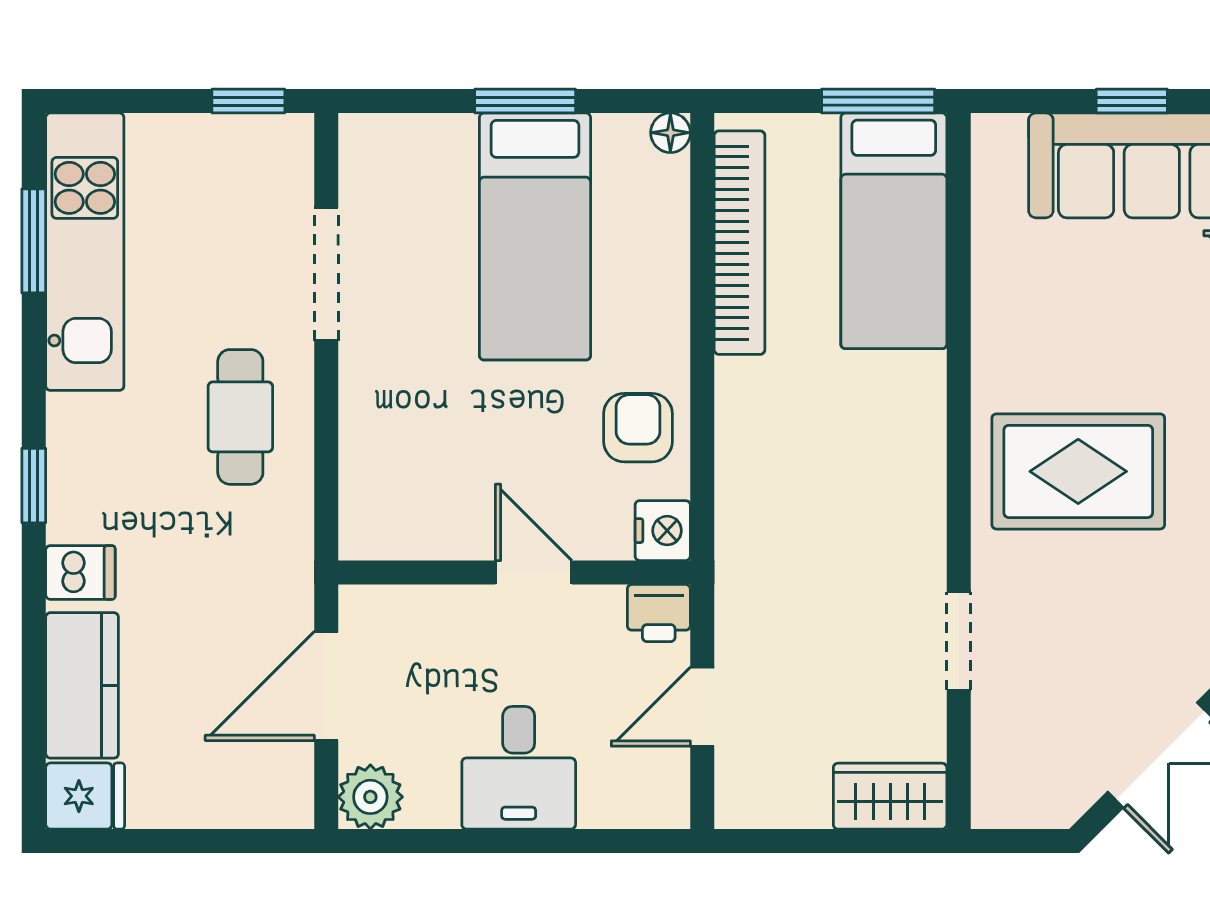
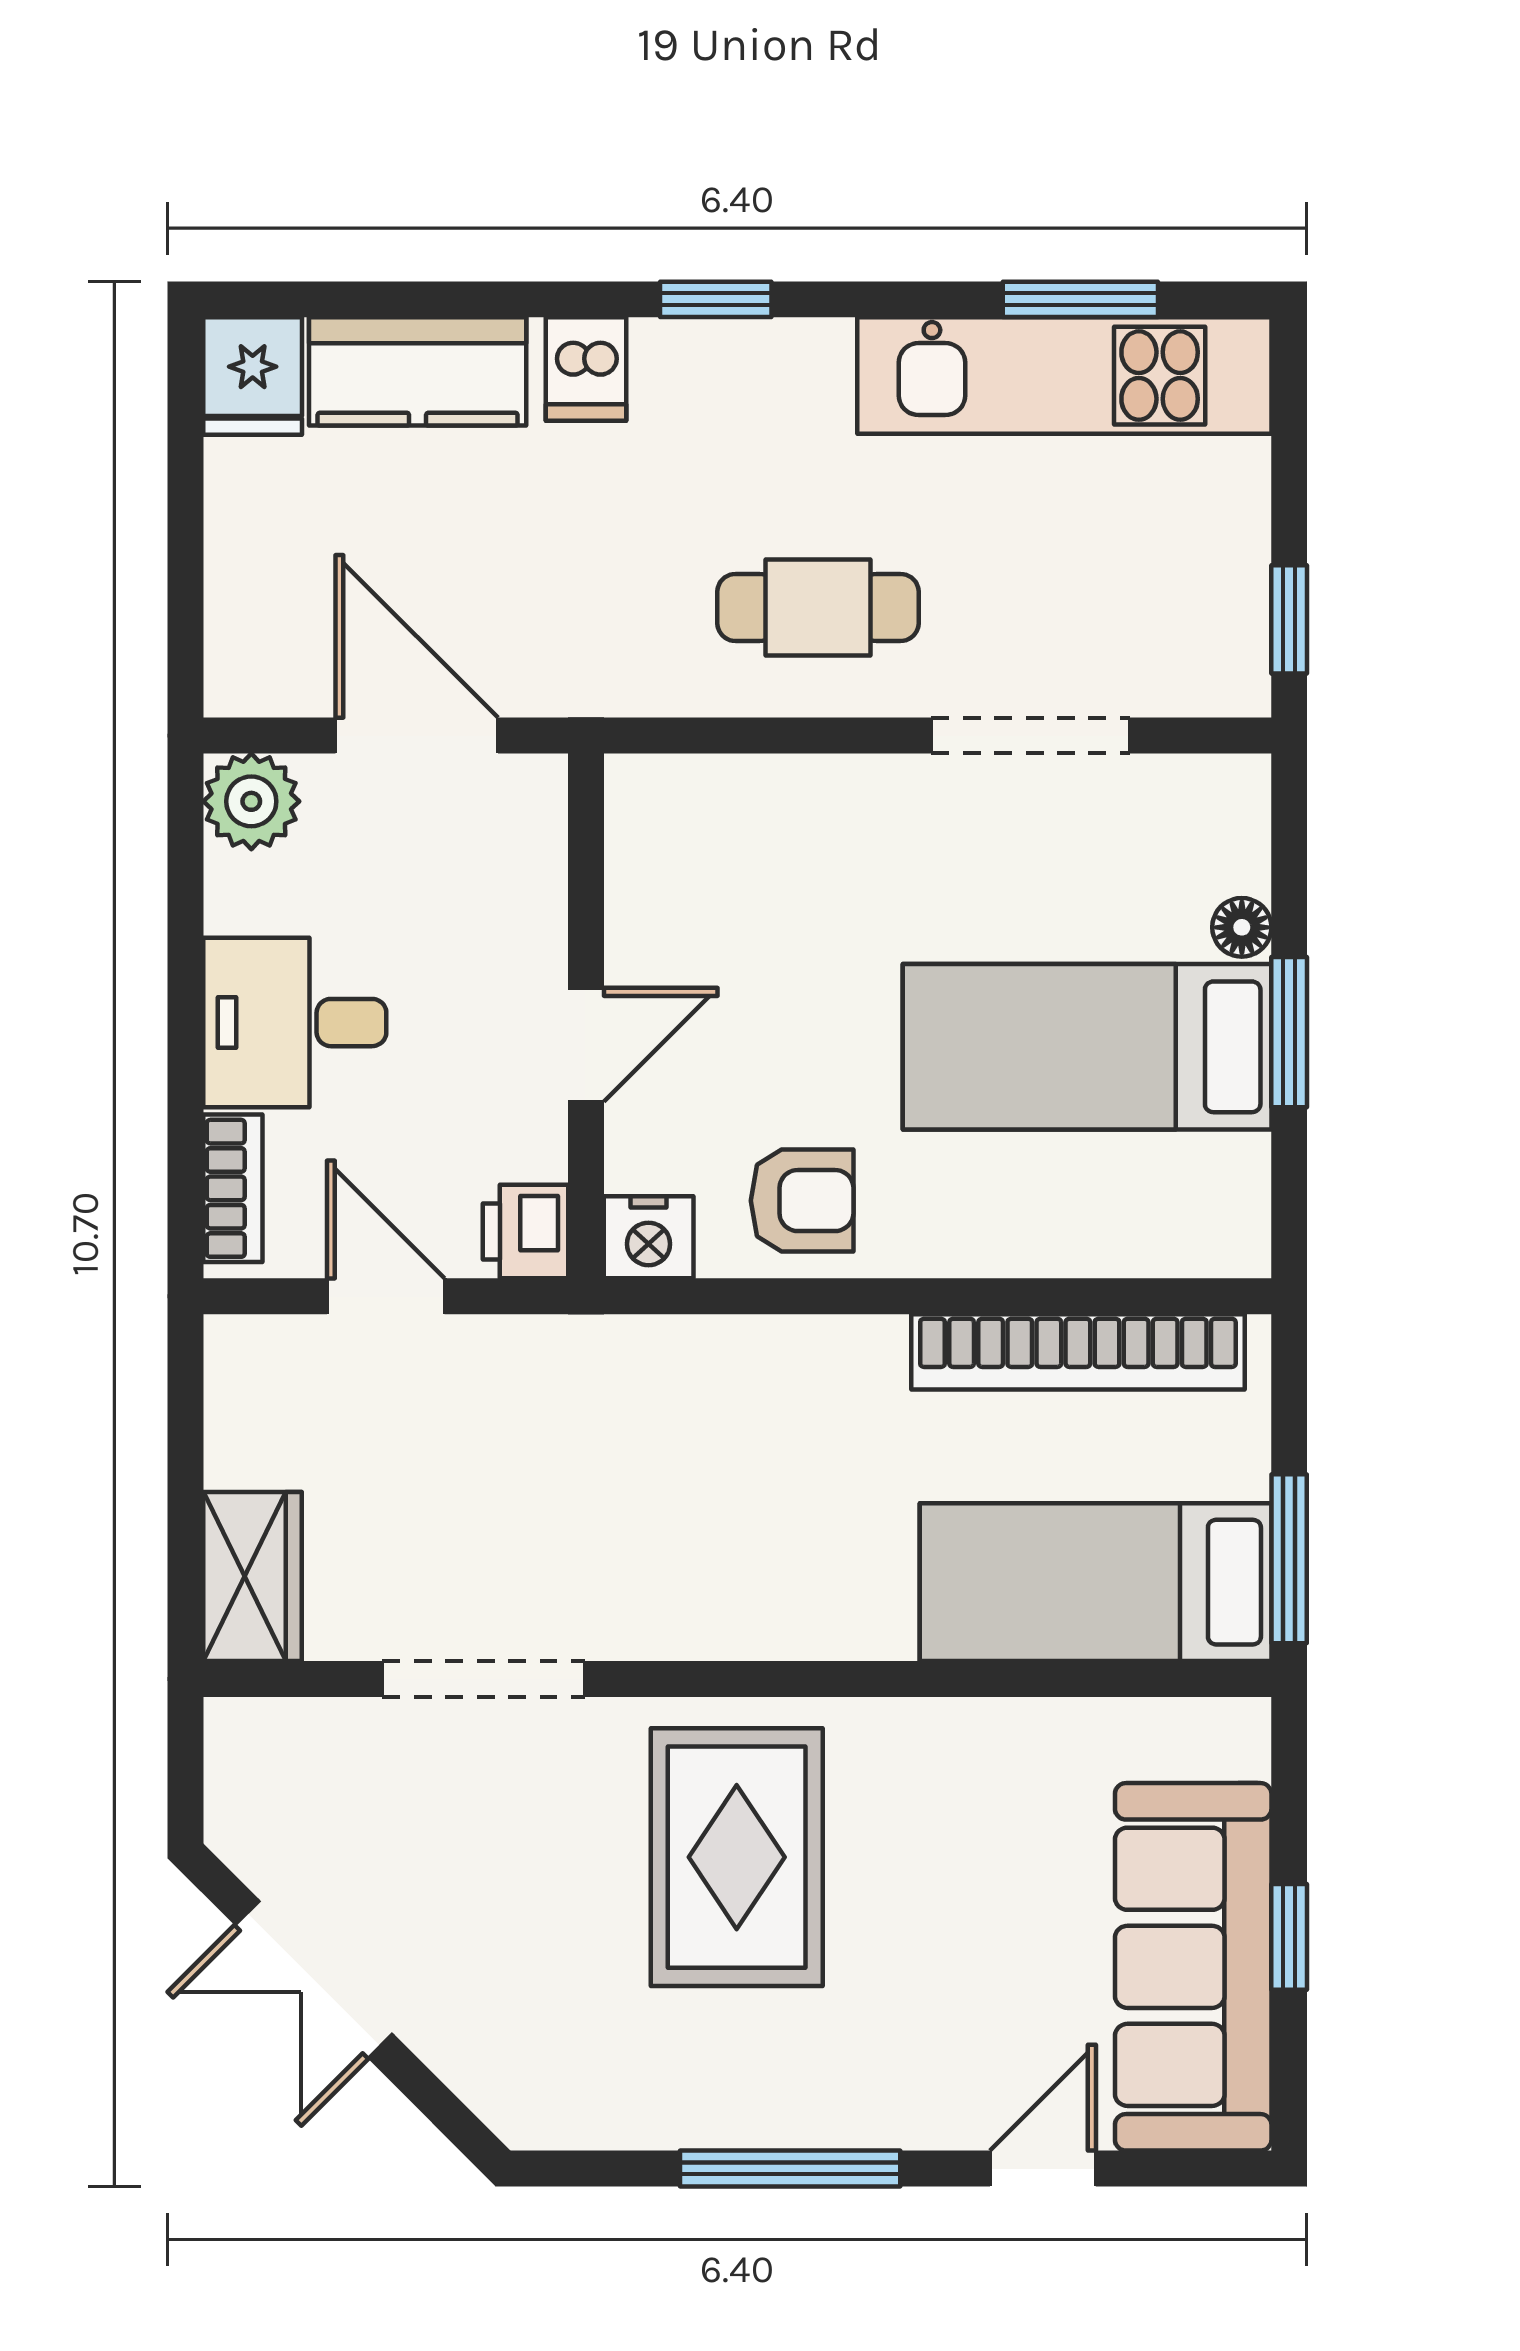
floor lamp: (670, 133) -> (1242, 927), moved
doorway: (959, 641) -> (484, 1679), width x1.38
bookcase: (630, 809) -> (233, 1188), added

